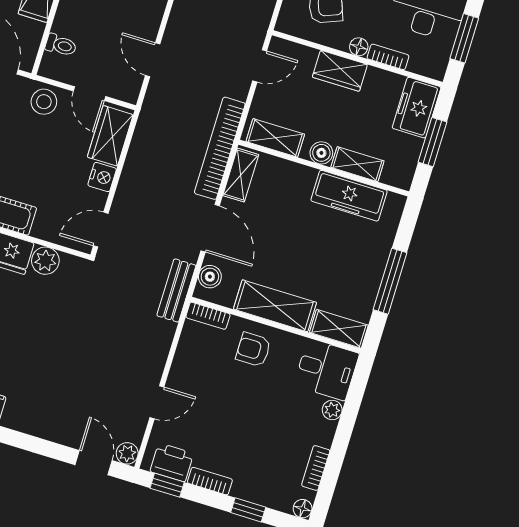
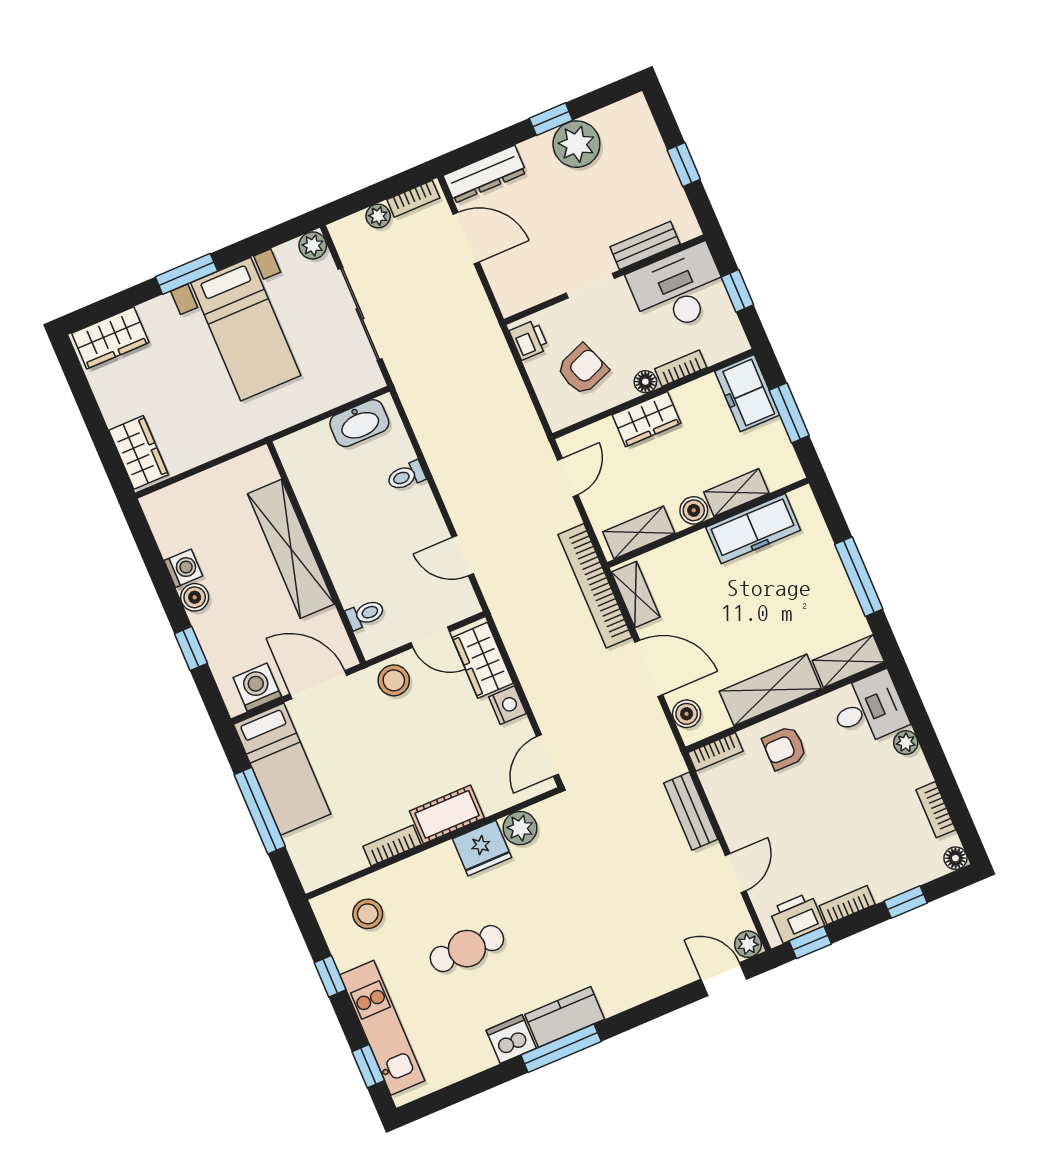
window: (464, 38) -> (737, 291), width x0.67
bench: (176, 290) -> (691, 811), moved

